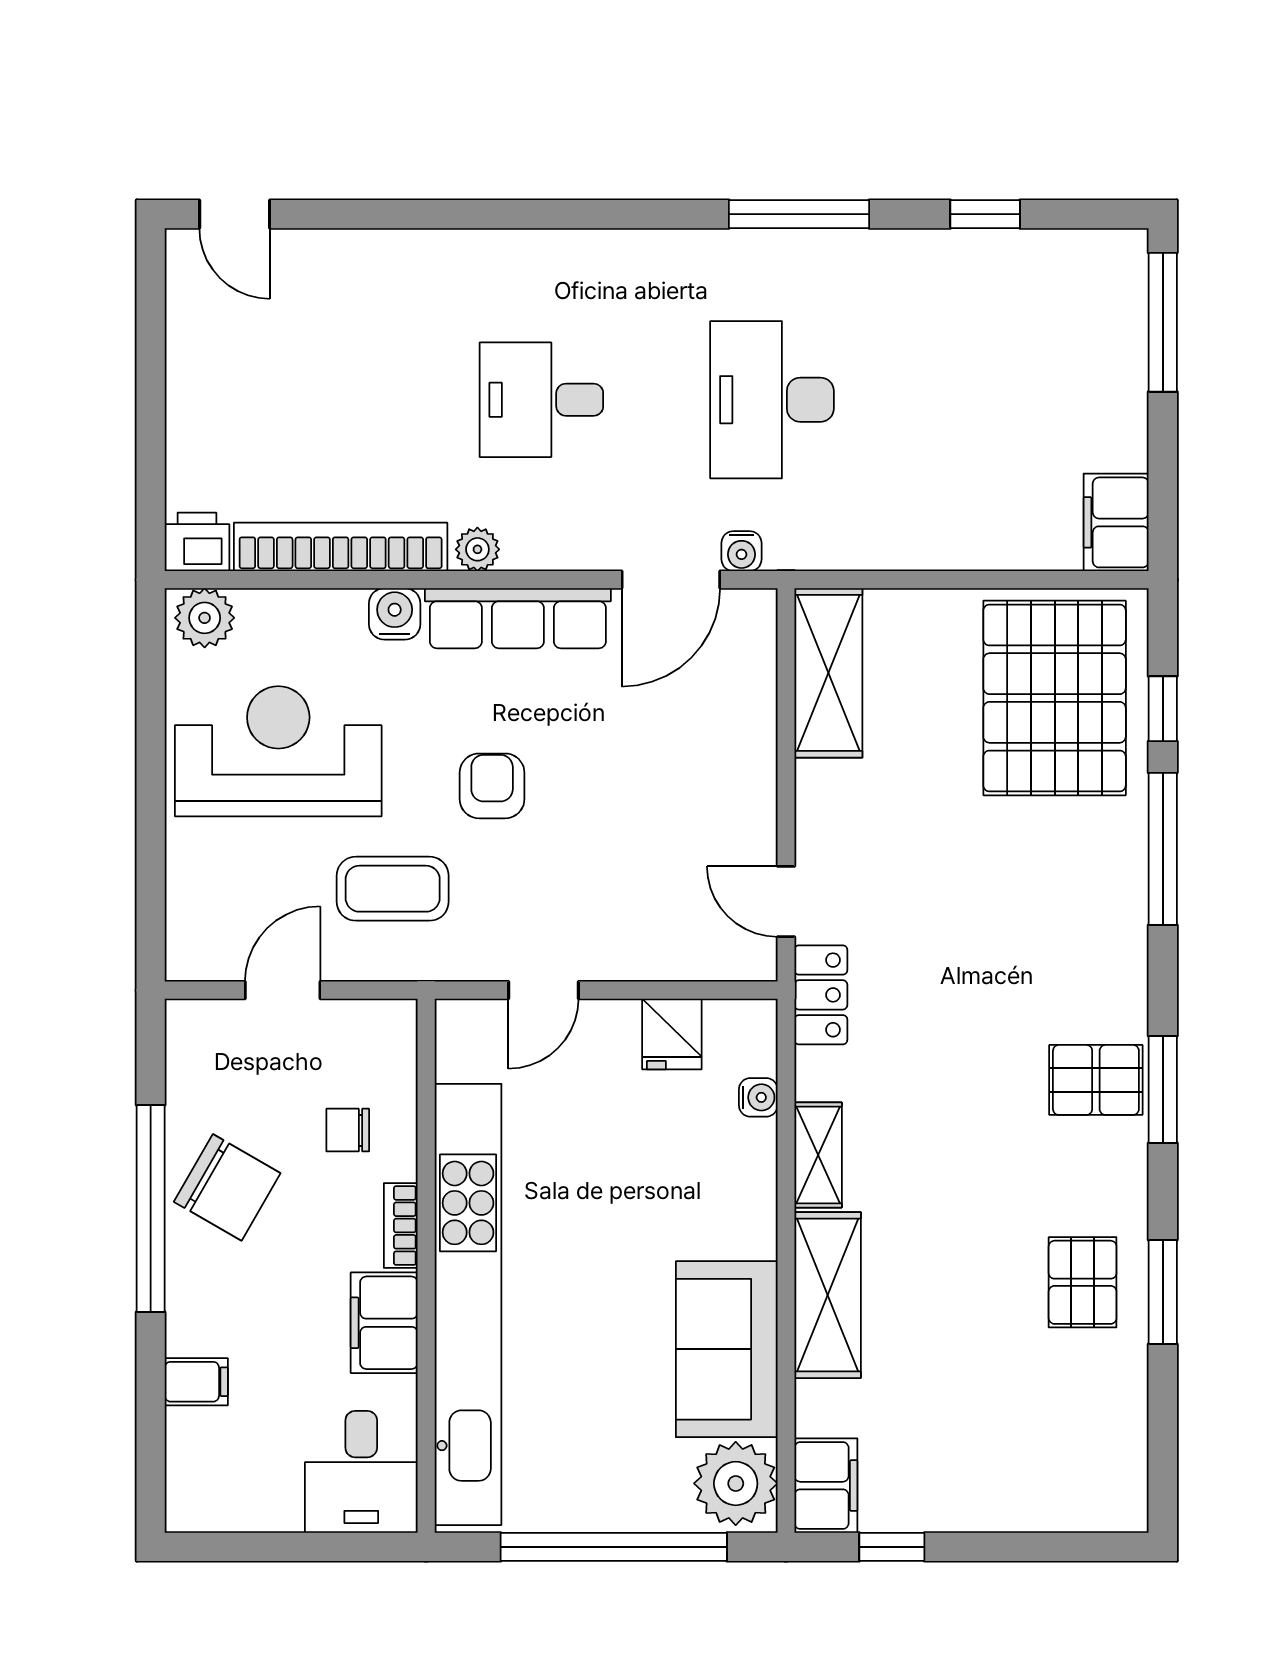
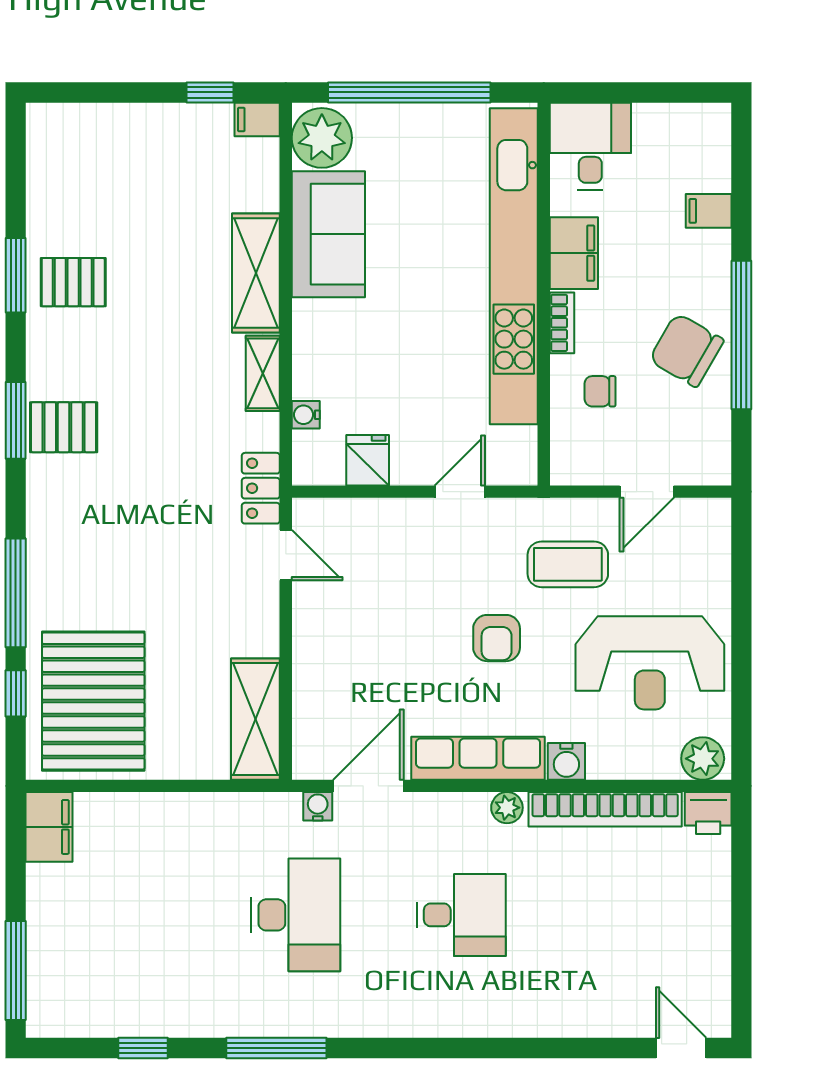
chair: (348, 1130) -> (600, 391), turned 180
pallet: (1083, 1282) -> (73, 282), turned 90
filing cabinet: (826, 1486) -> (257, 119), width x0.50

